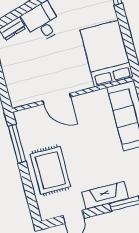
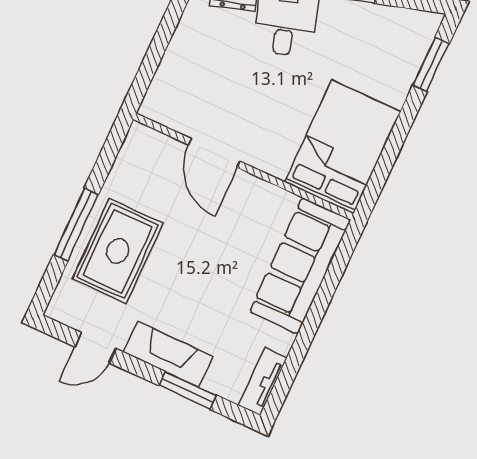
window: (17, 144) -> (76, 225), moved

